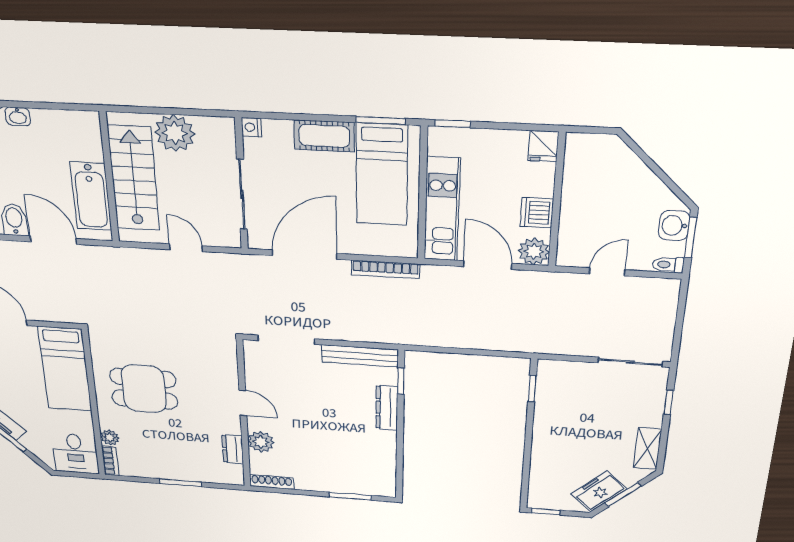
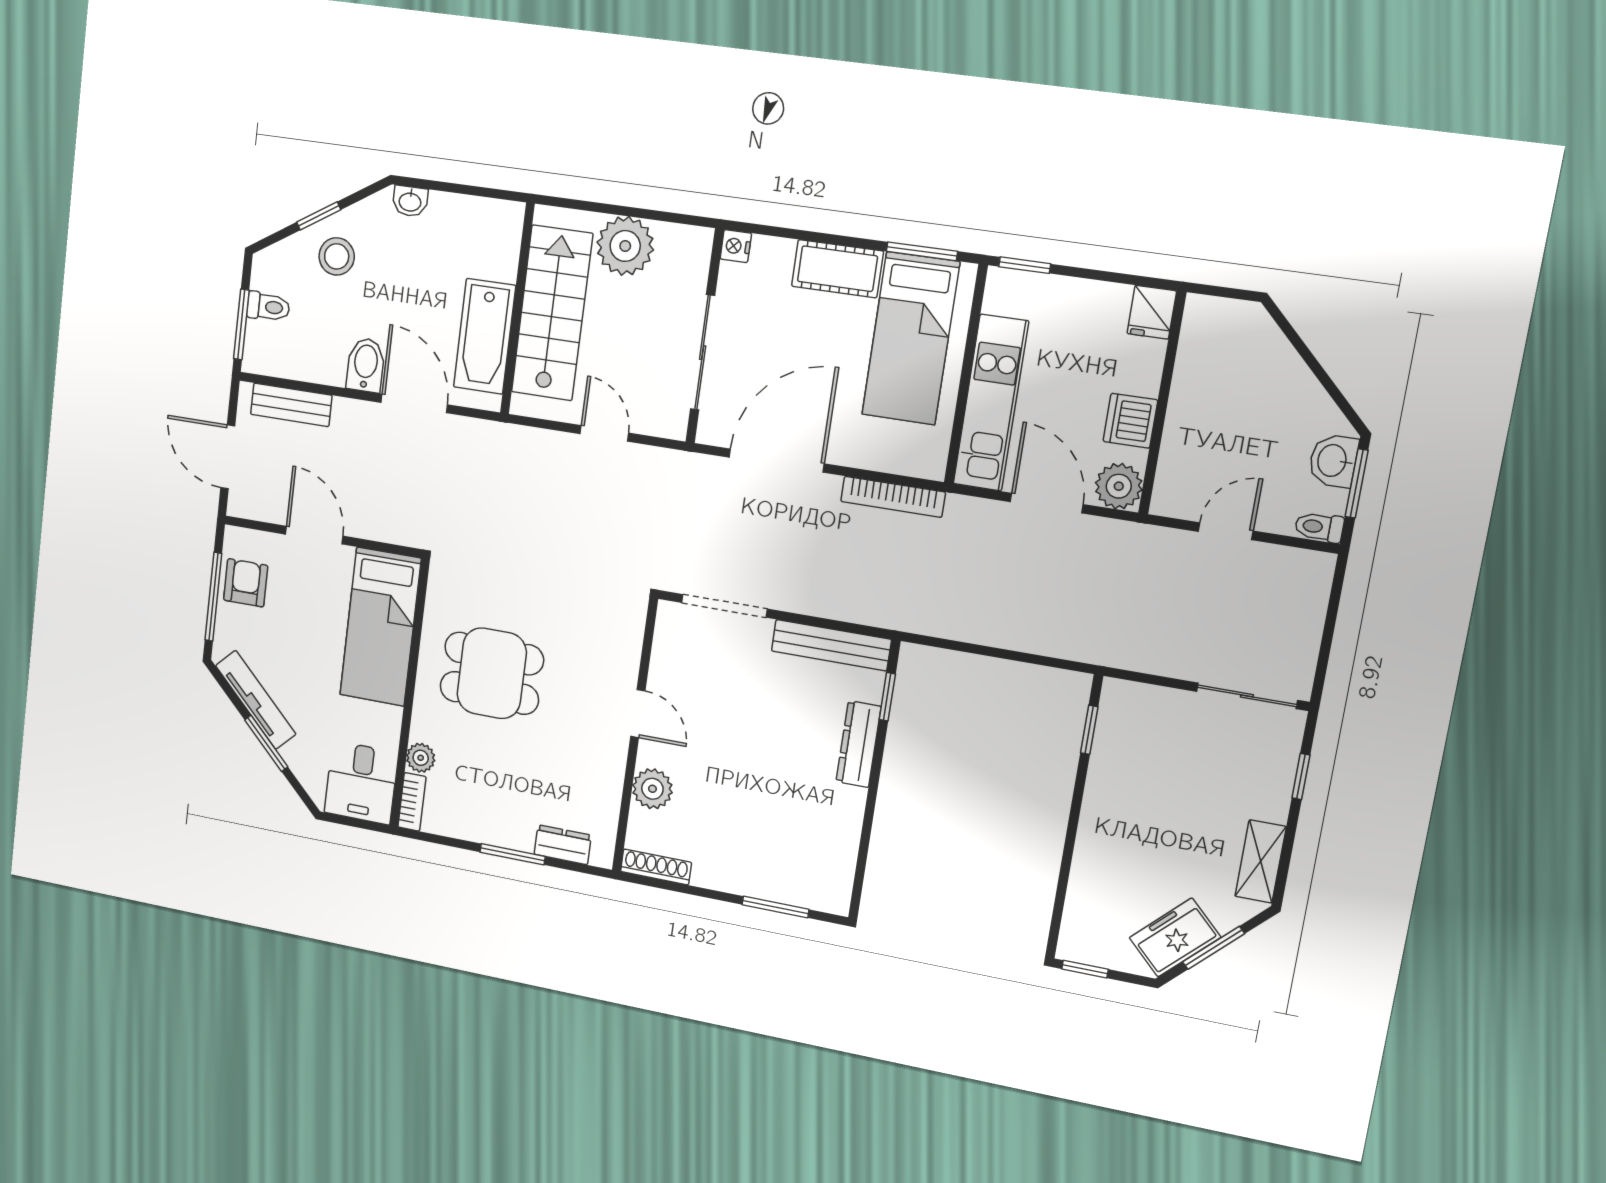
dresser: (233, 449) -> (563, 845), moved, turned 90

